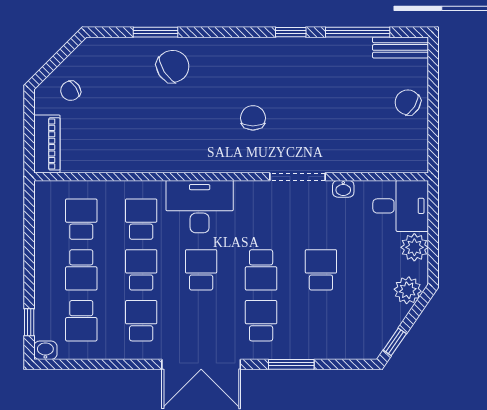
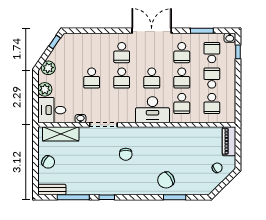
shelving: (383, 159) -> (61, 134), added
school desk: (261, 270) -> (122, 78), turned 180
window: (291, 364) -> (202, 31), moved

